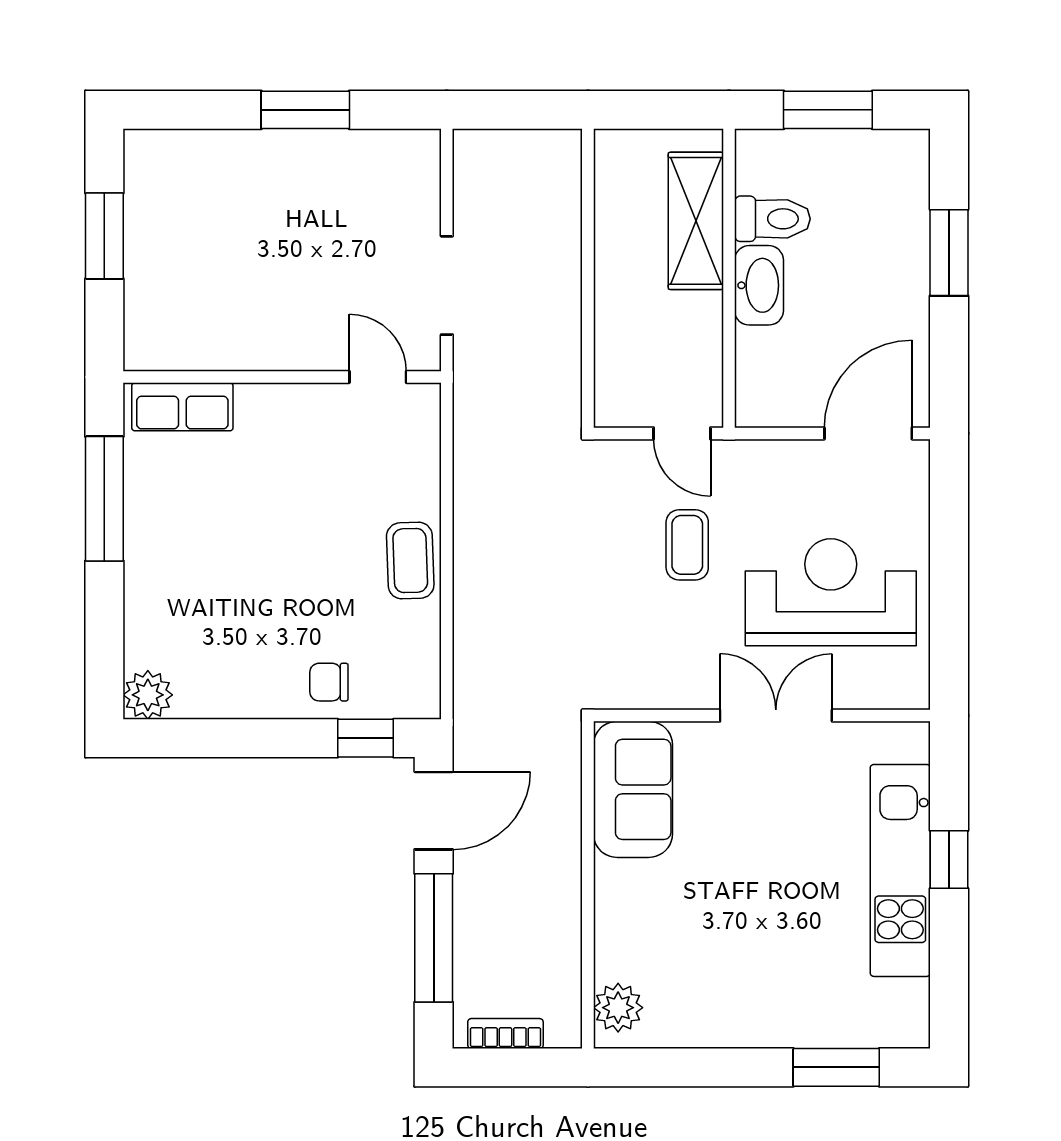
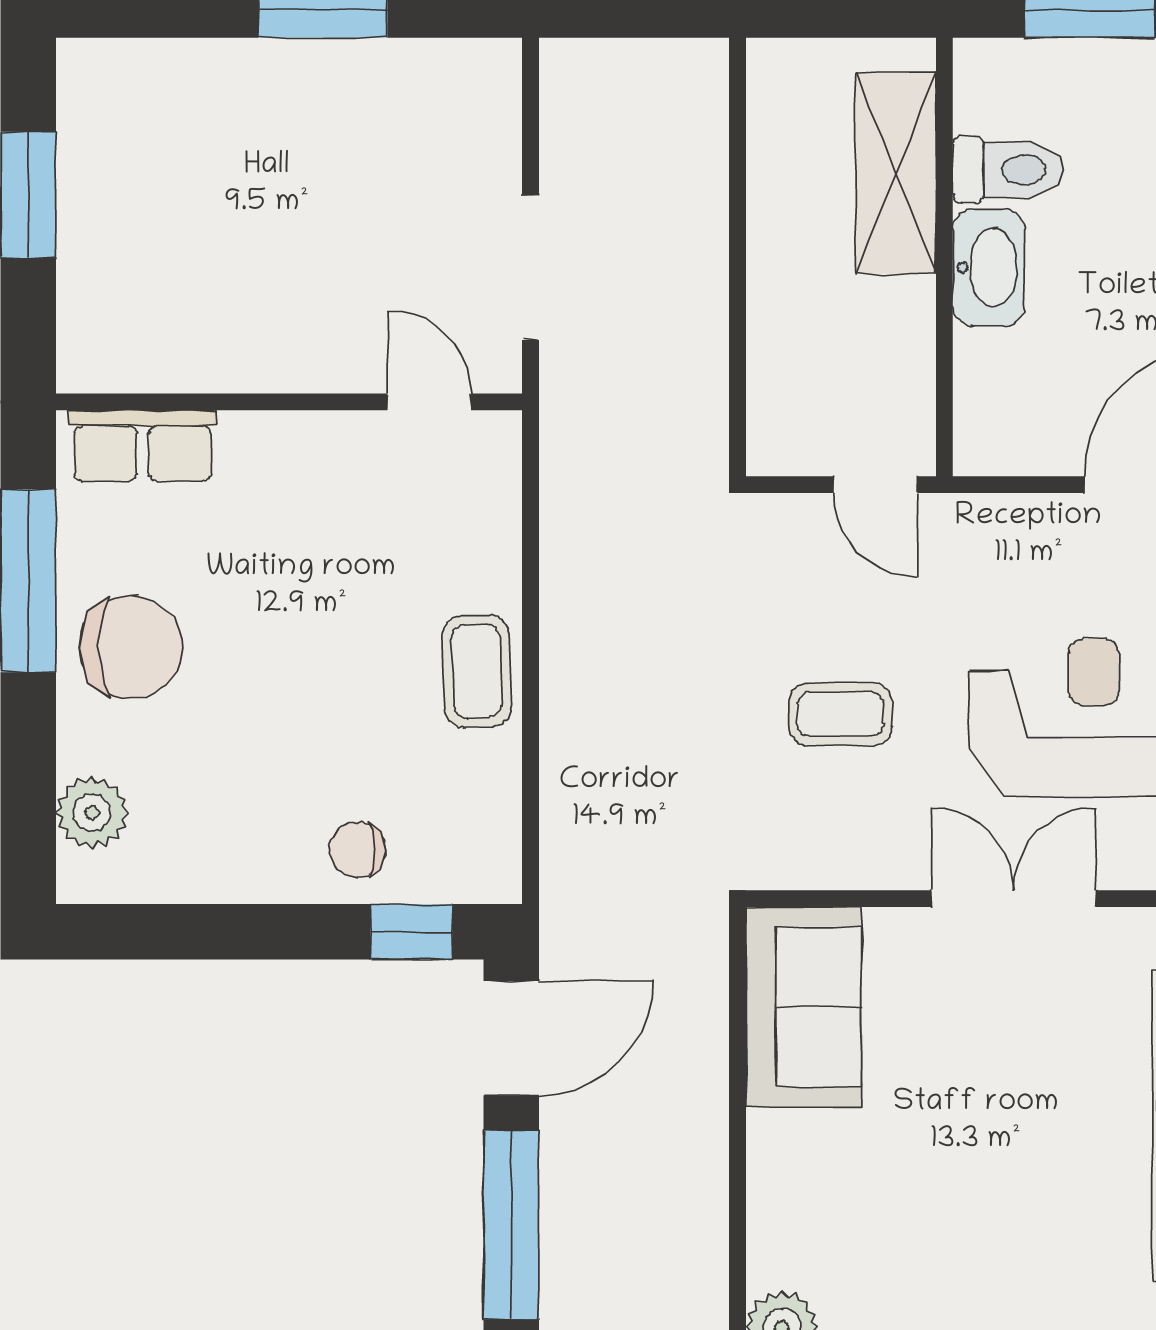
chair: (174, 544) -> (131, 647), added
coffee table: (687, 545) -> (840, 714), moved, turned 90
plant: (148, 695) -> (92, 813), moved

